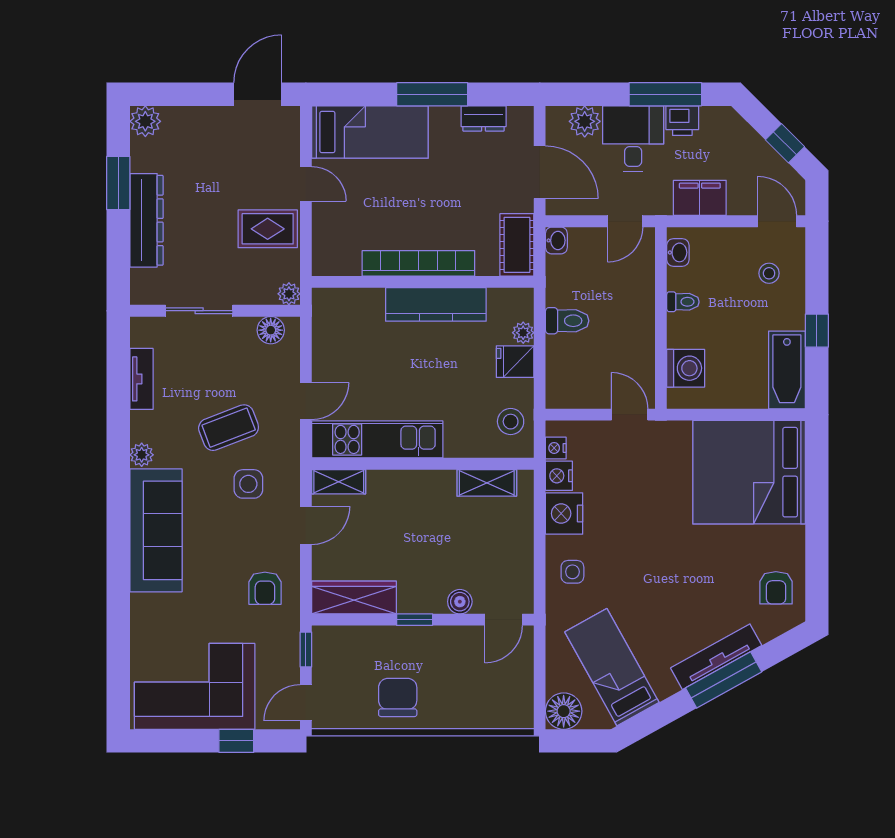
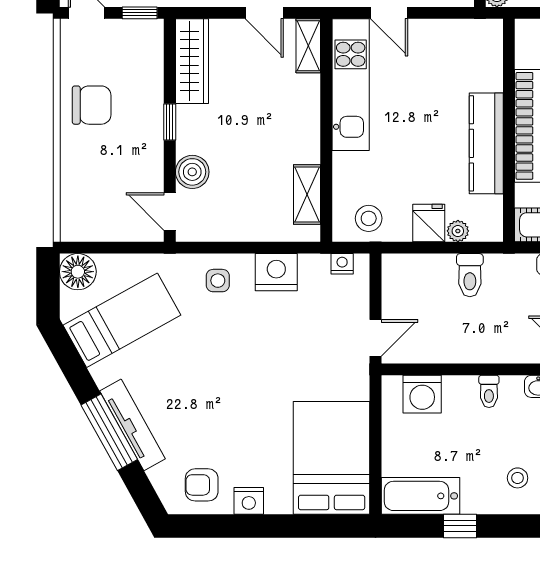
bed: (749, 472) -> (332, 458), width x0.73
nightstand: (559, 476) -> (249, 501), moved, turned 180
boiler: (460, 602) -> (192, 172), width x1.36, depth x1.36

